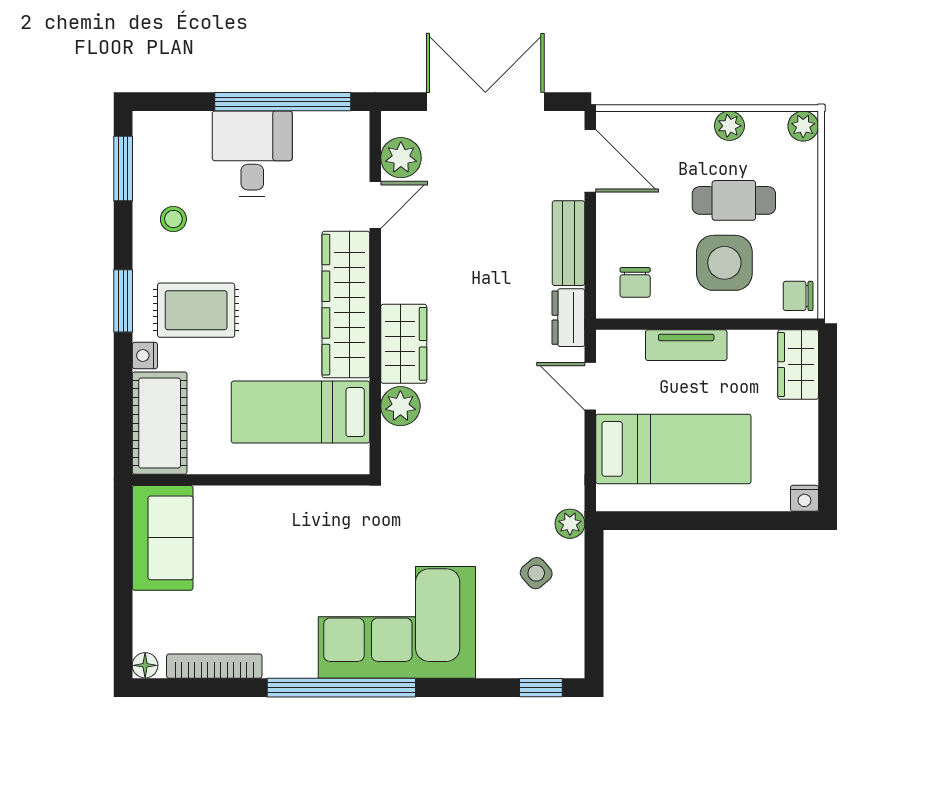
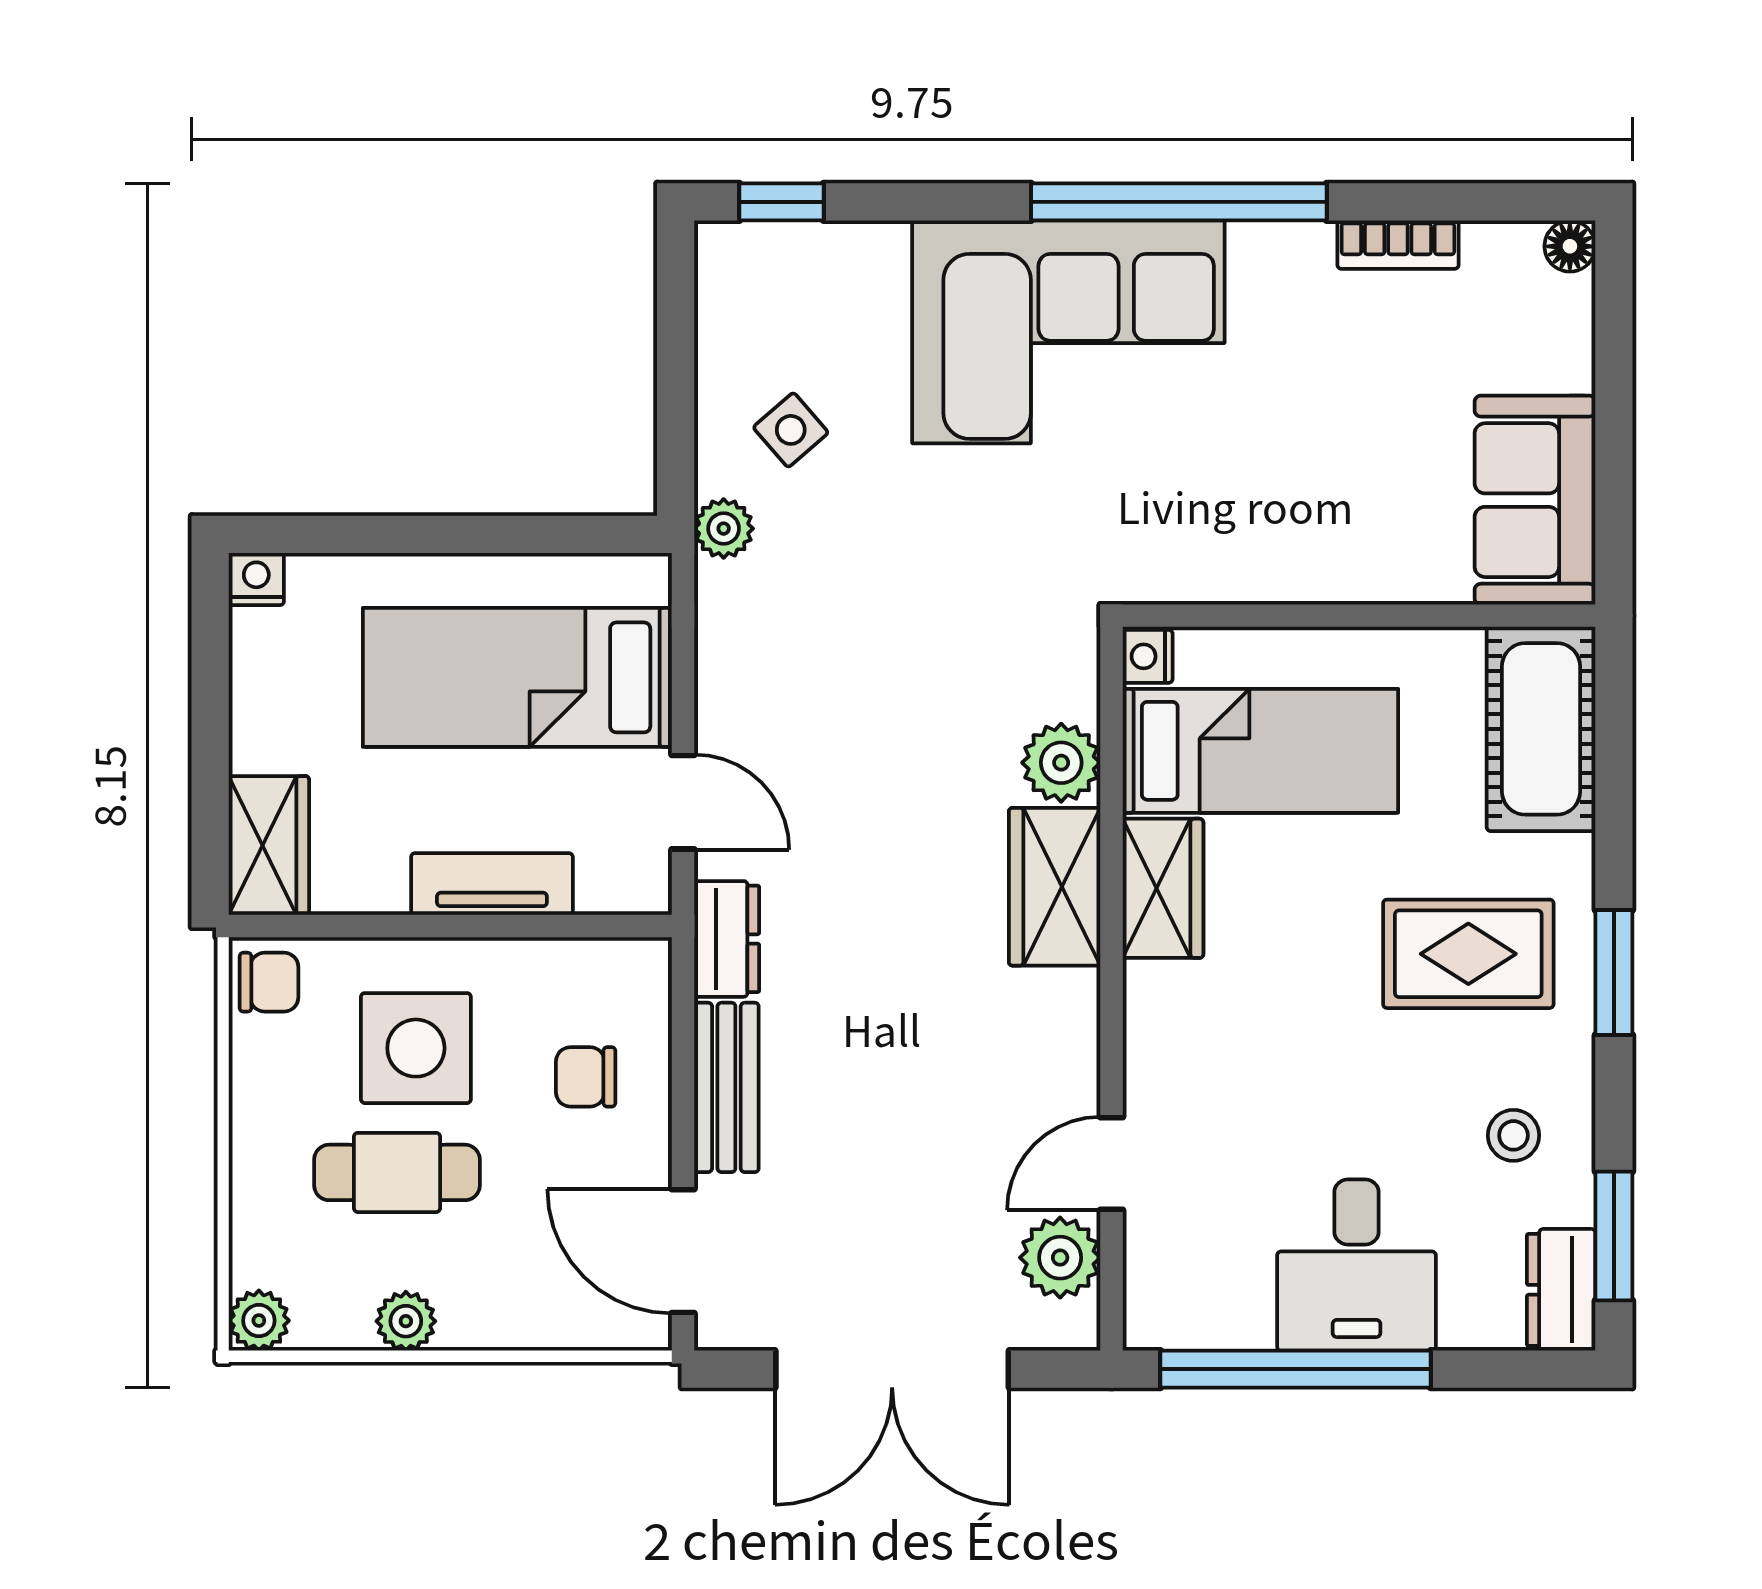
dresser: (149, 141) -> (1561, 1290), added
chair: (635, 282) -> (586, 1077), moved, turned -90
wardrobe: (346, 305) -> (1163, 888), width x0.48, depth x0.85
nightstand: (145, 356) -> (1148, 656), moved, turned 180
bookcase: (214, 666) -> (1398, 245), width x0.64

